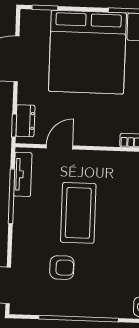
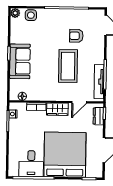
wardrobe: (99, 135) -> (57, 109), added
tv unit: (23, 174) -> (99, 82), width x1.41

